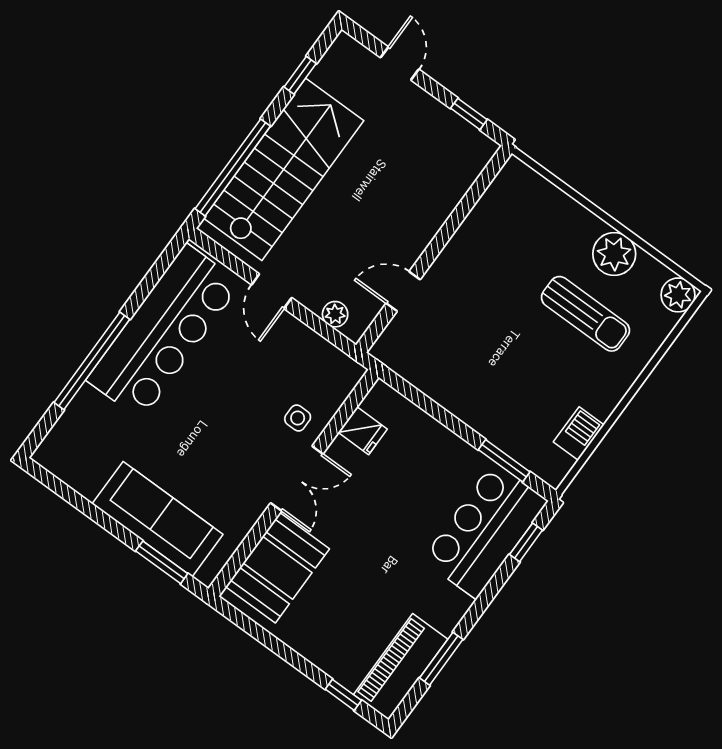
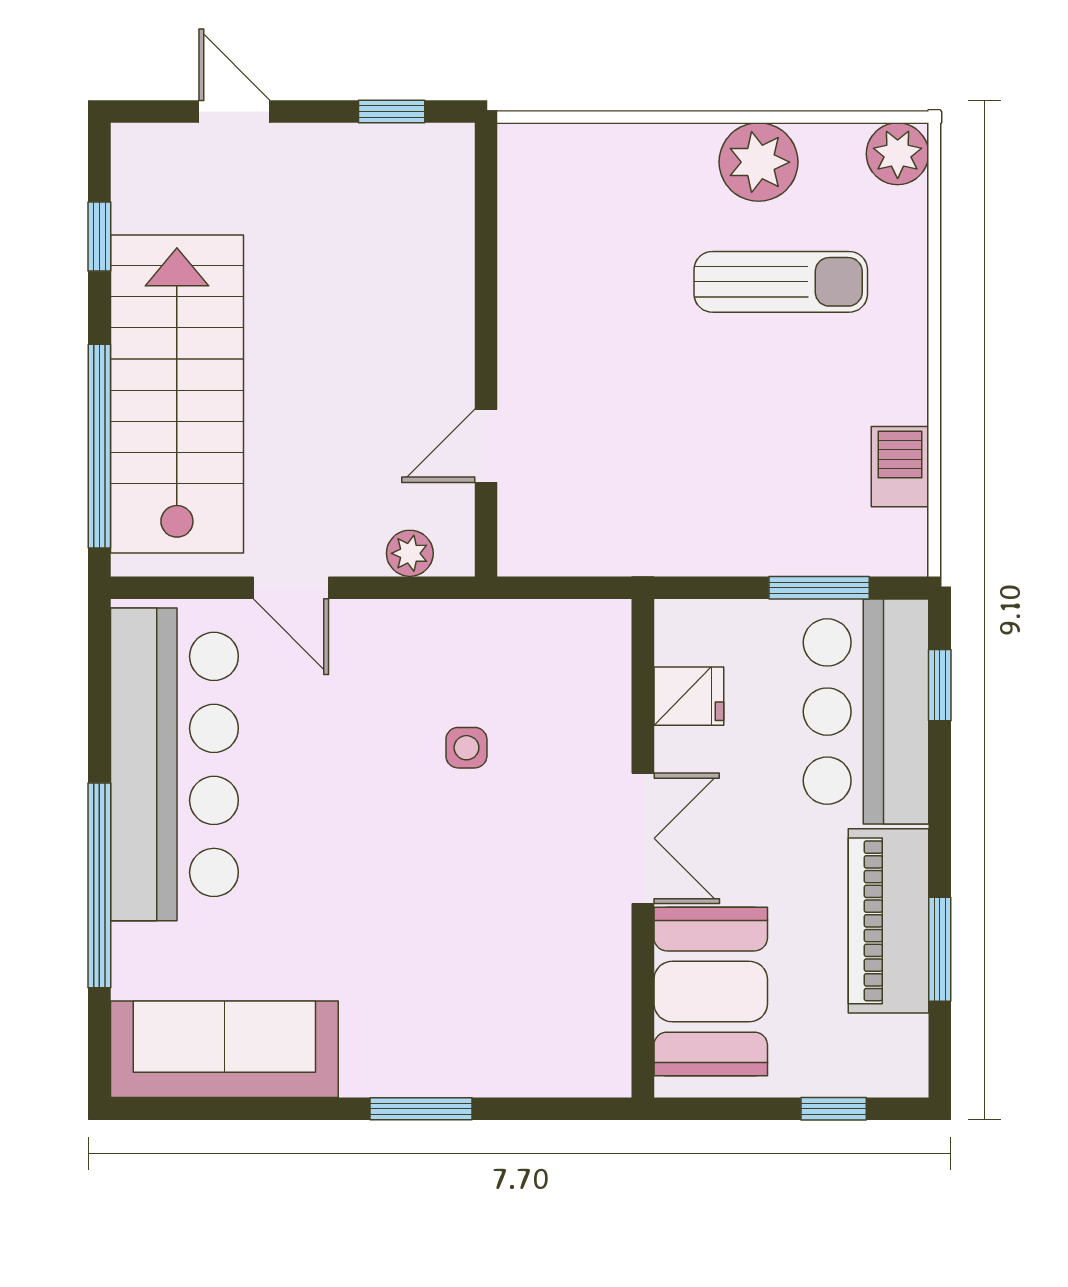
fridge: (363, 431) -> (689, 696), moved
double door: (297, 479) -> (643, 838), moved
wall: (294, 483) -> (643, 848), moved
sofa: (158, 519) -> (224, 1049), moved
booth: (278, 568) -> (711, 992), moved
piano: (401, 667) -> (889, 921), moved

